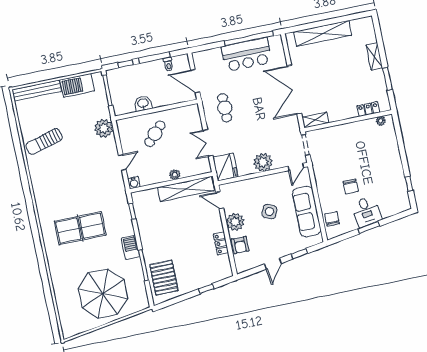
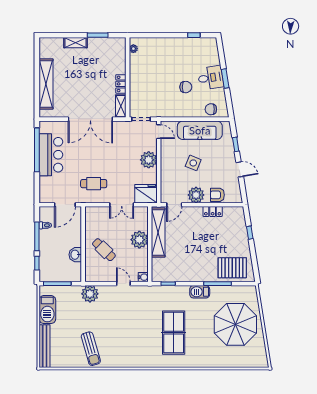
locker: (368, 109) -> (121, 84), moved
plant: (175, 175) -> (139, 240), width x1.88, depth x1.88
armchair: (240, 245) -> (217, 195), turned 180

